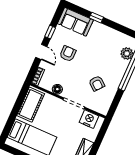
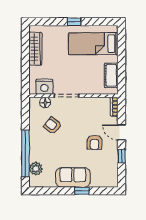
sofa: (75, 22) -> (73, 177), moved
floor lamp: (57, 89) -> (45, 102), moved
cot: (31, 105) -> (111, 75), width x0.73, depth x0.75

